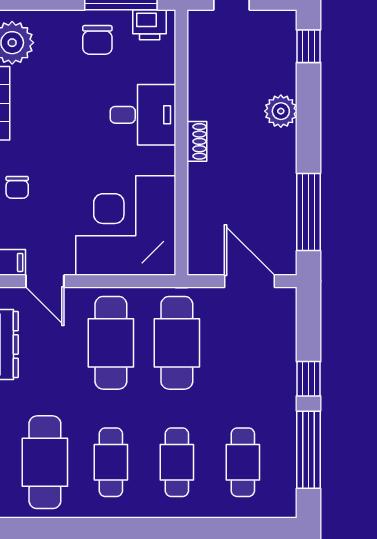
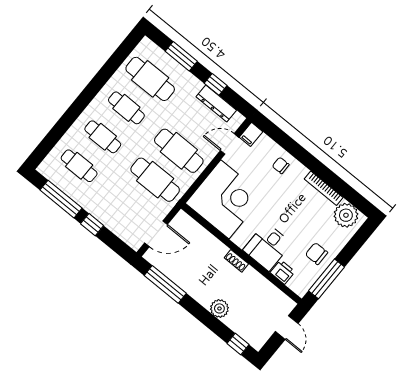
printer: (150, 25) -> (283, 272), moved, turned 90

